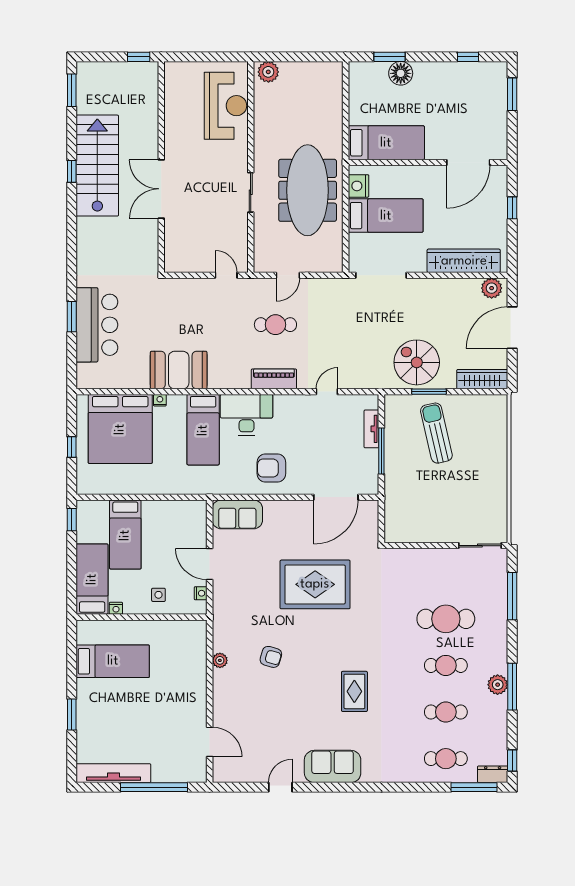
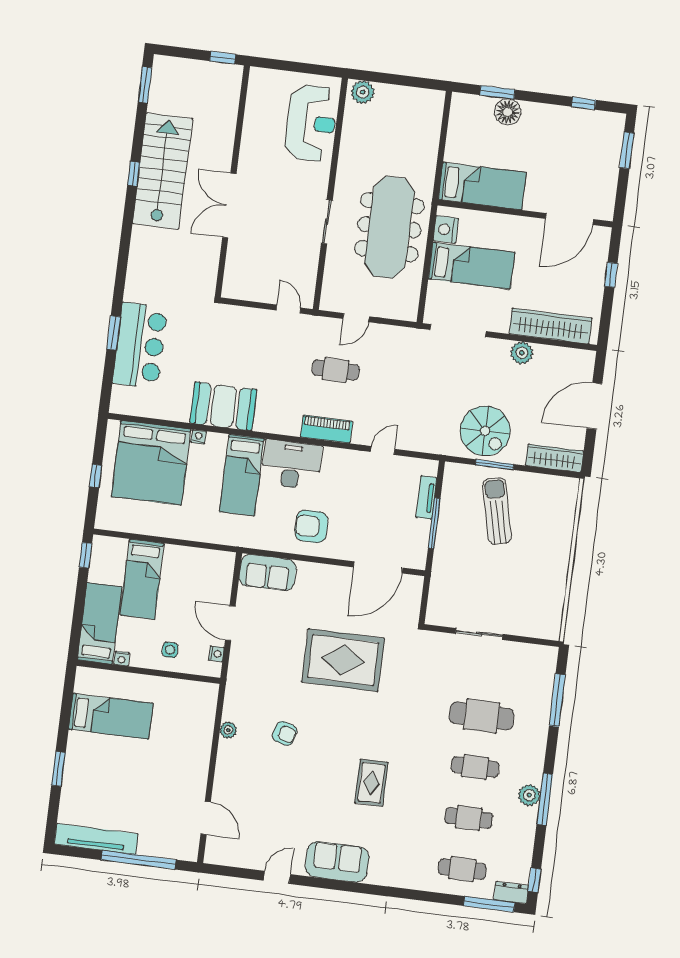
plant: (492, 288) -> (522, 353), moved
spiral stairs: (417, 362) -> (485, 431), turned 180
sliding door: (480, 546) -> (479, 634), moved

